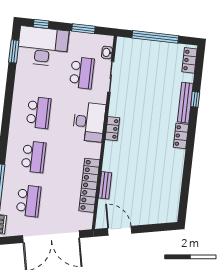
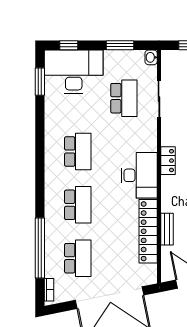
washbasin: (107, 52) -> (151, 57), moved
desk: (89, 122) -> (139, 175), moved

